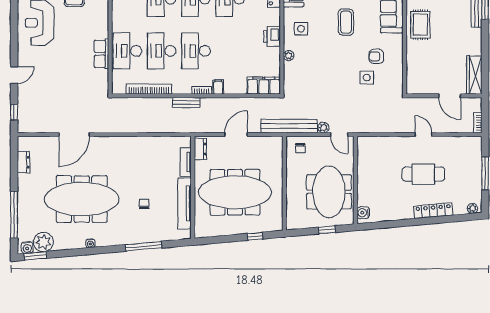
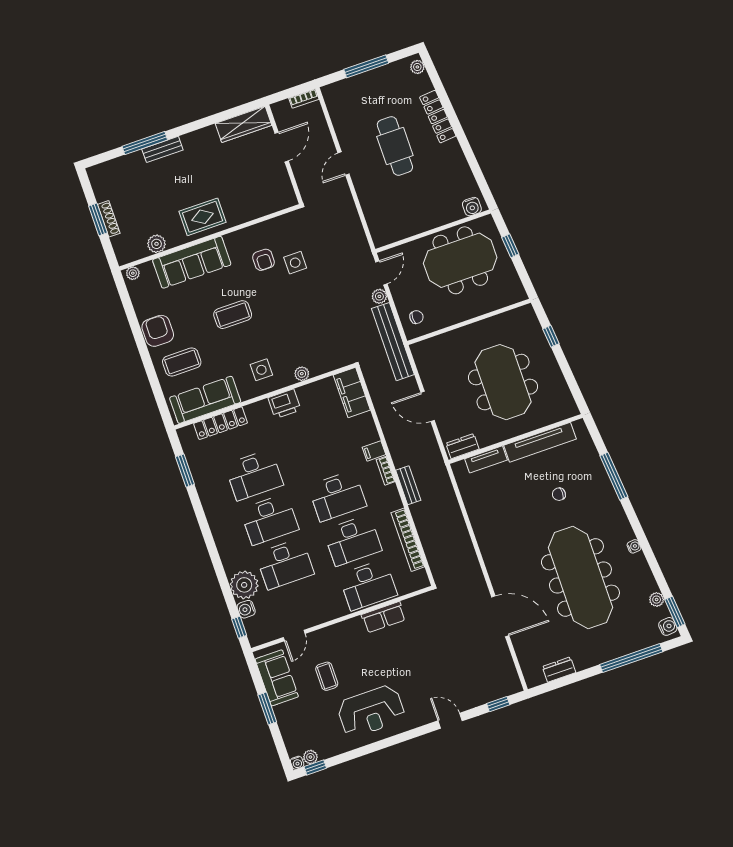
meeting table: (235, 192) -> (503, 382), width x0.73
plant: (43, 242) -> (657, 600), width x0.53, depth x0.53

